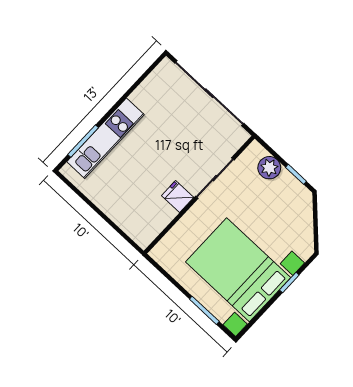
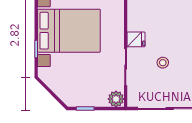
stool: (172, 147) -> (163, 63), added
plant: (269, 168) -> (116, 99), moved

